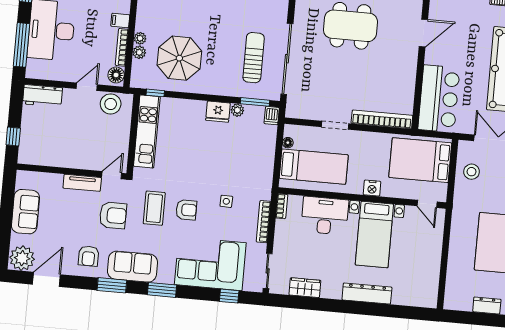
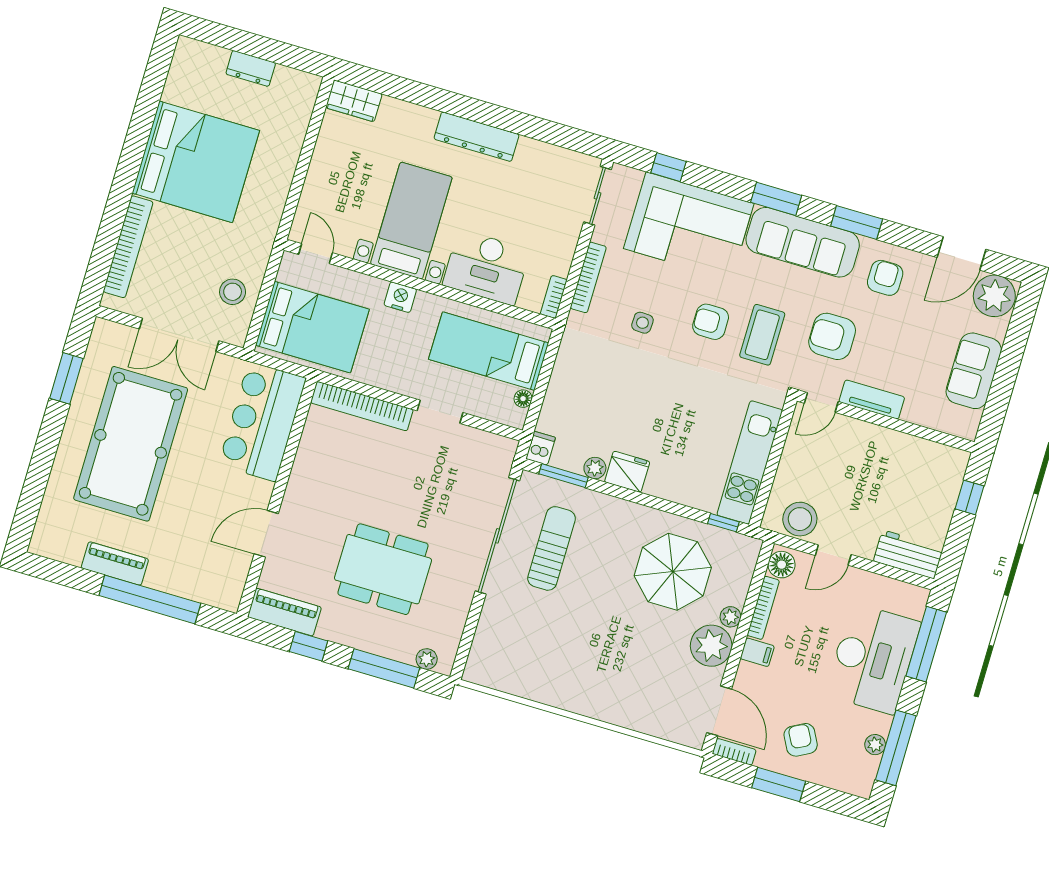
plant: (139, 52) -> (711, 646), moved, width x1.88, depth x1.88
sun lounger: (254, 58) -> (552, 548), turned 180
sofa: (132, 267) -> (803, 242), width x1.36
wardrobe: (305, 288) -> (354, 101), moved
dresser: (367, 293) -> (476, 137), moved

